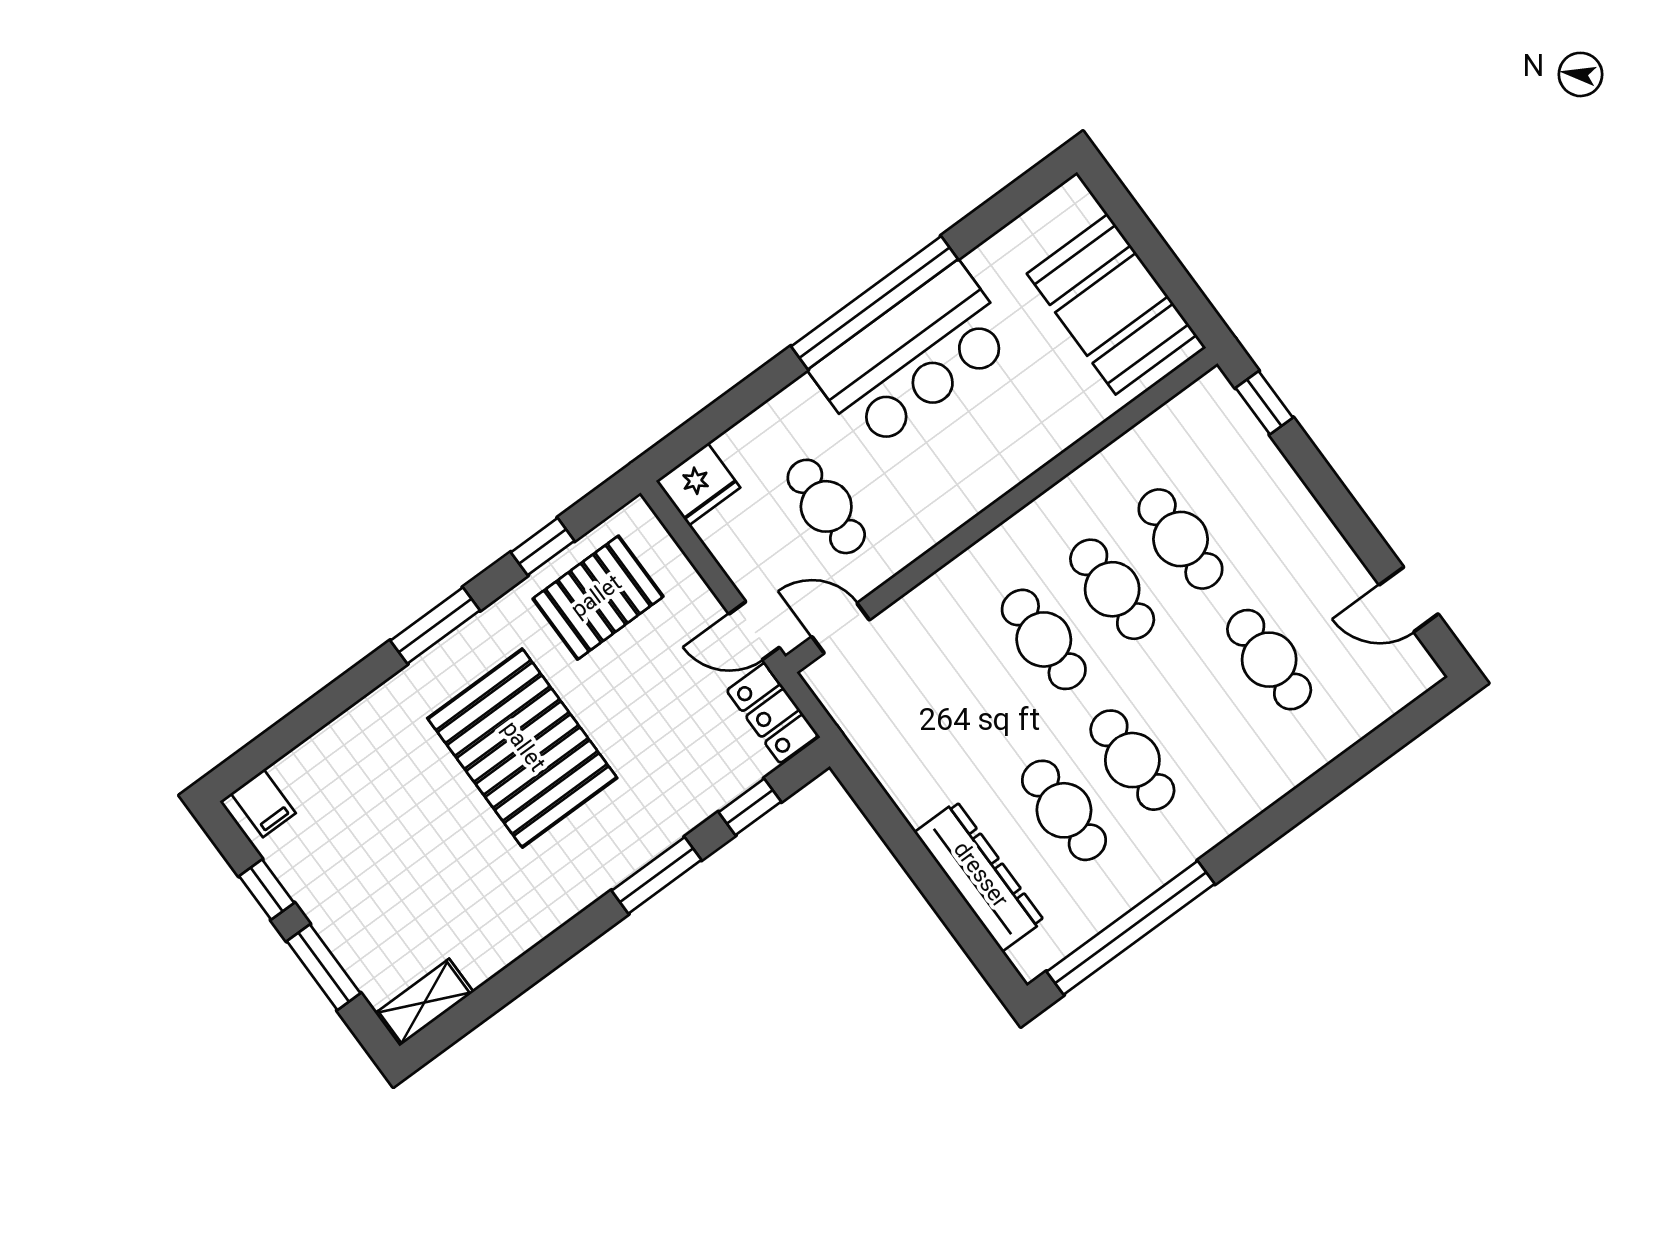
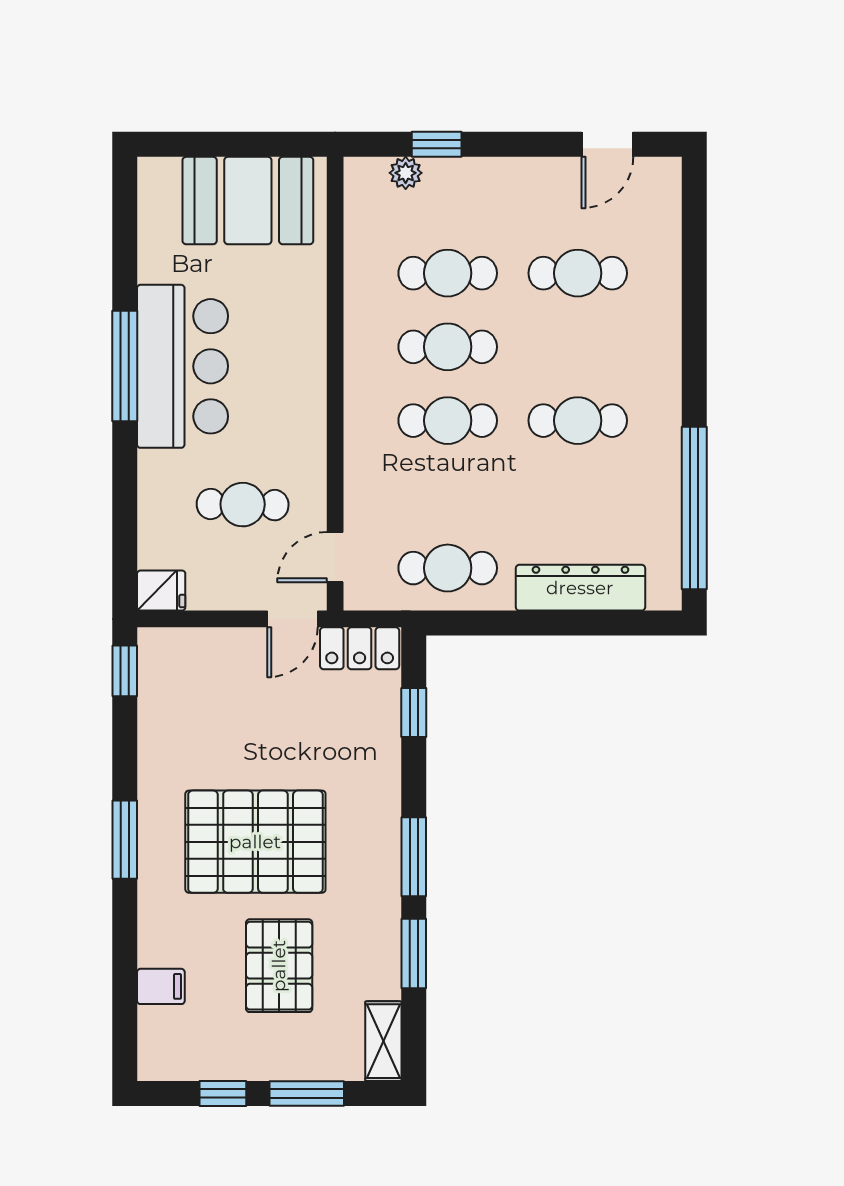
window: (874, 303) -> (125, 366), width x0.68
window: (1264, 403) -> (437, 144), moved
plant: (1245, 432) -> (406, 173), added
fridge: (698, 484) -> (161, 591), width x0.72
window: (543, 547) -> (125, 671), moved
pallet: (598, 598) -> (279, 966), moved
filing cabinet: (263, 803) -> (161, 986), moved
cafe table: (1064, 810) -> (448, 568), moved
window: (657, 875) -> (414, 857), moved
window: (526, 971) -> (414, 953), added

